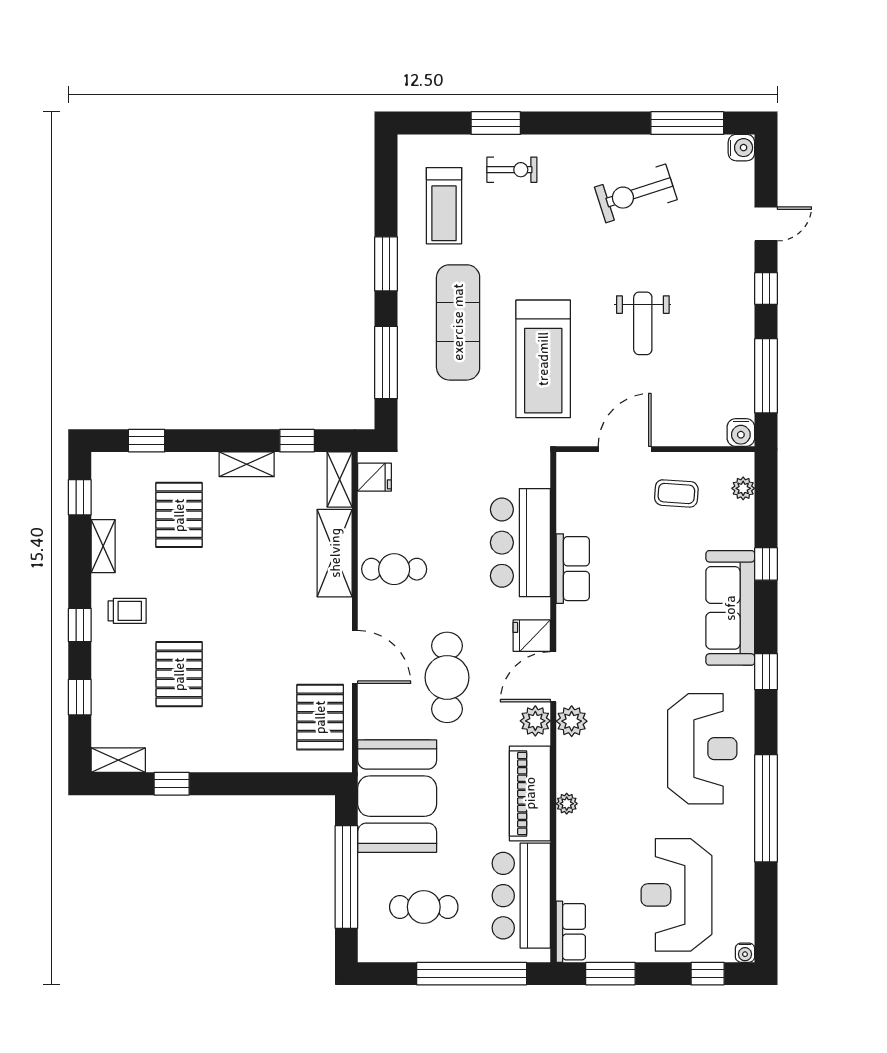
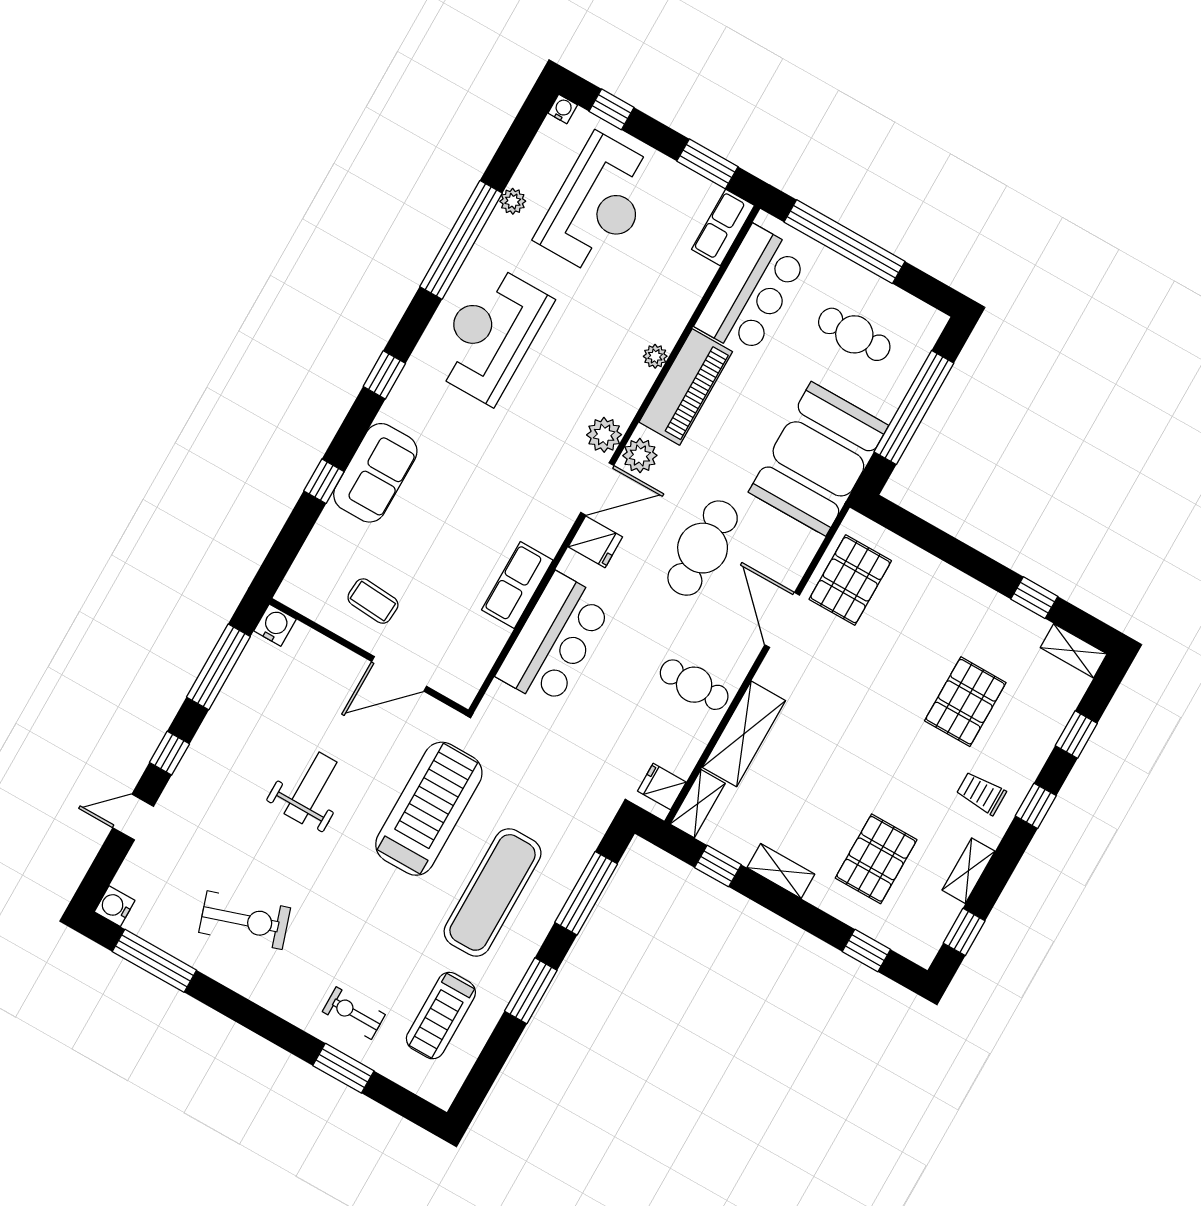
treadmill: (444, 206) -> (441, 1016), turned 180
plant: (743, 488) -> (513, 201), moved
sofa: (730, 608) -> (375, 473), width x0.73

